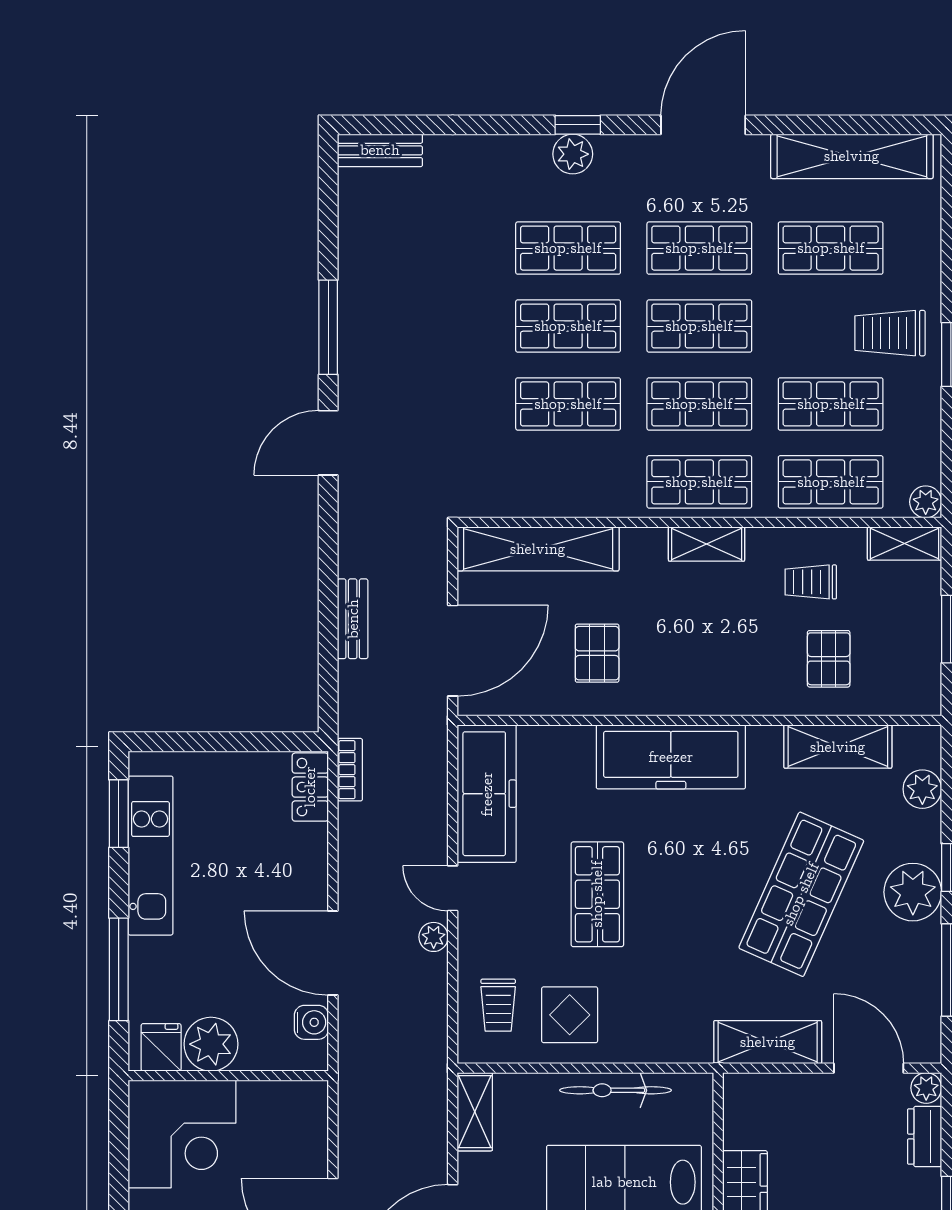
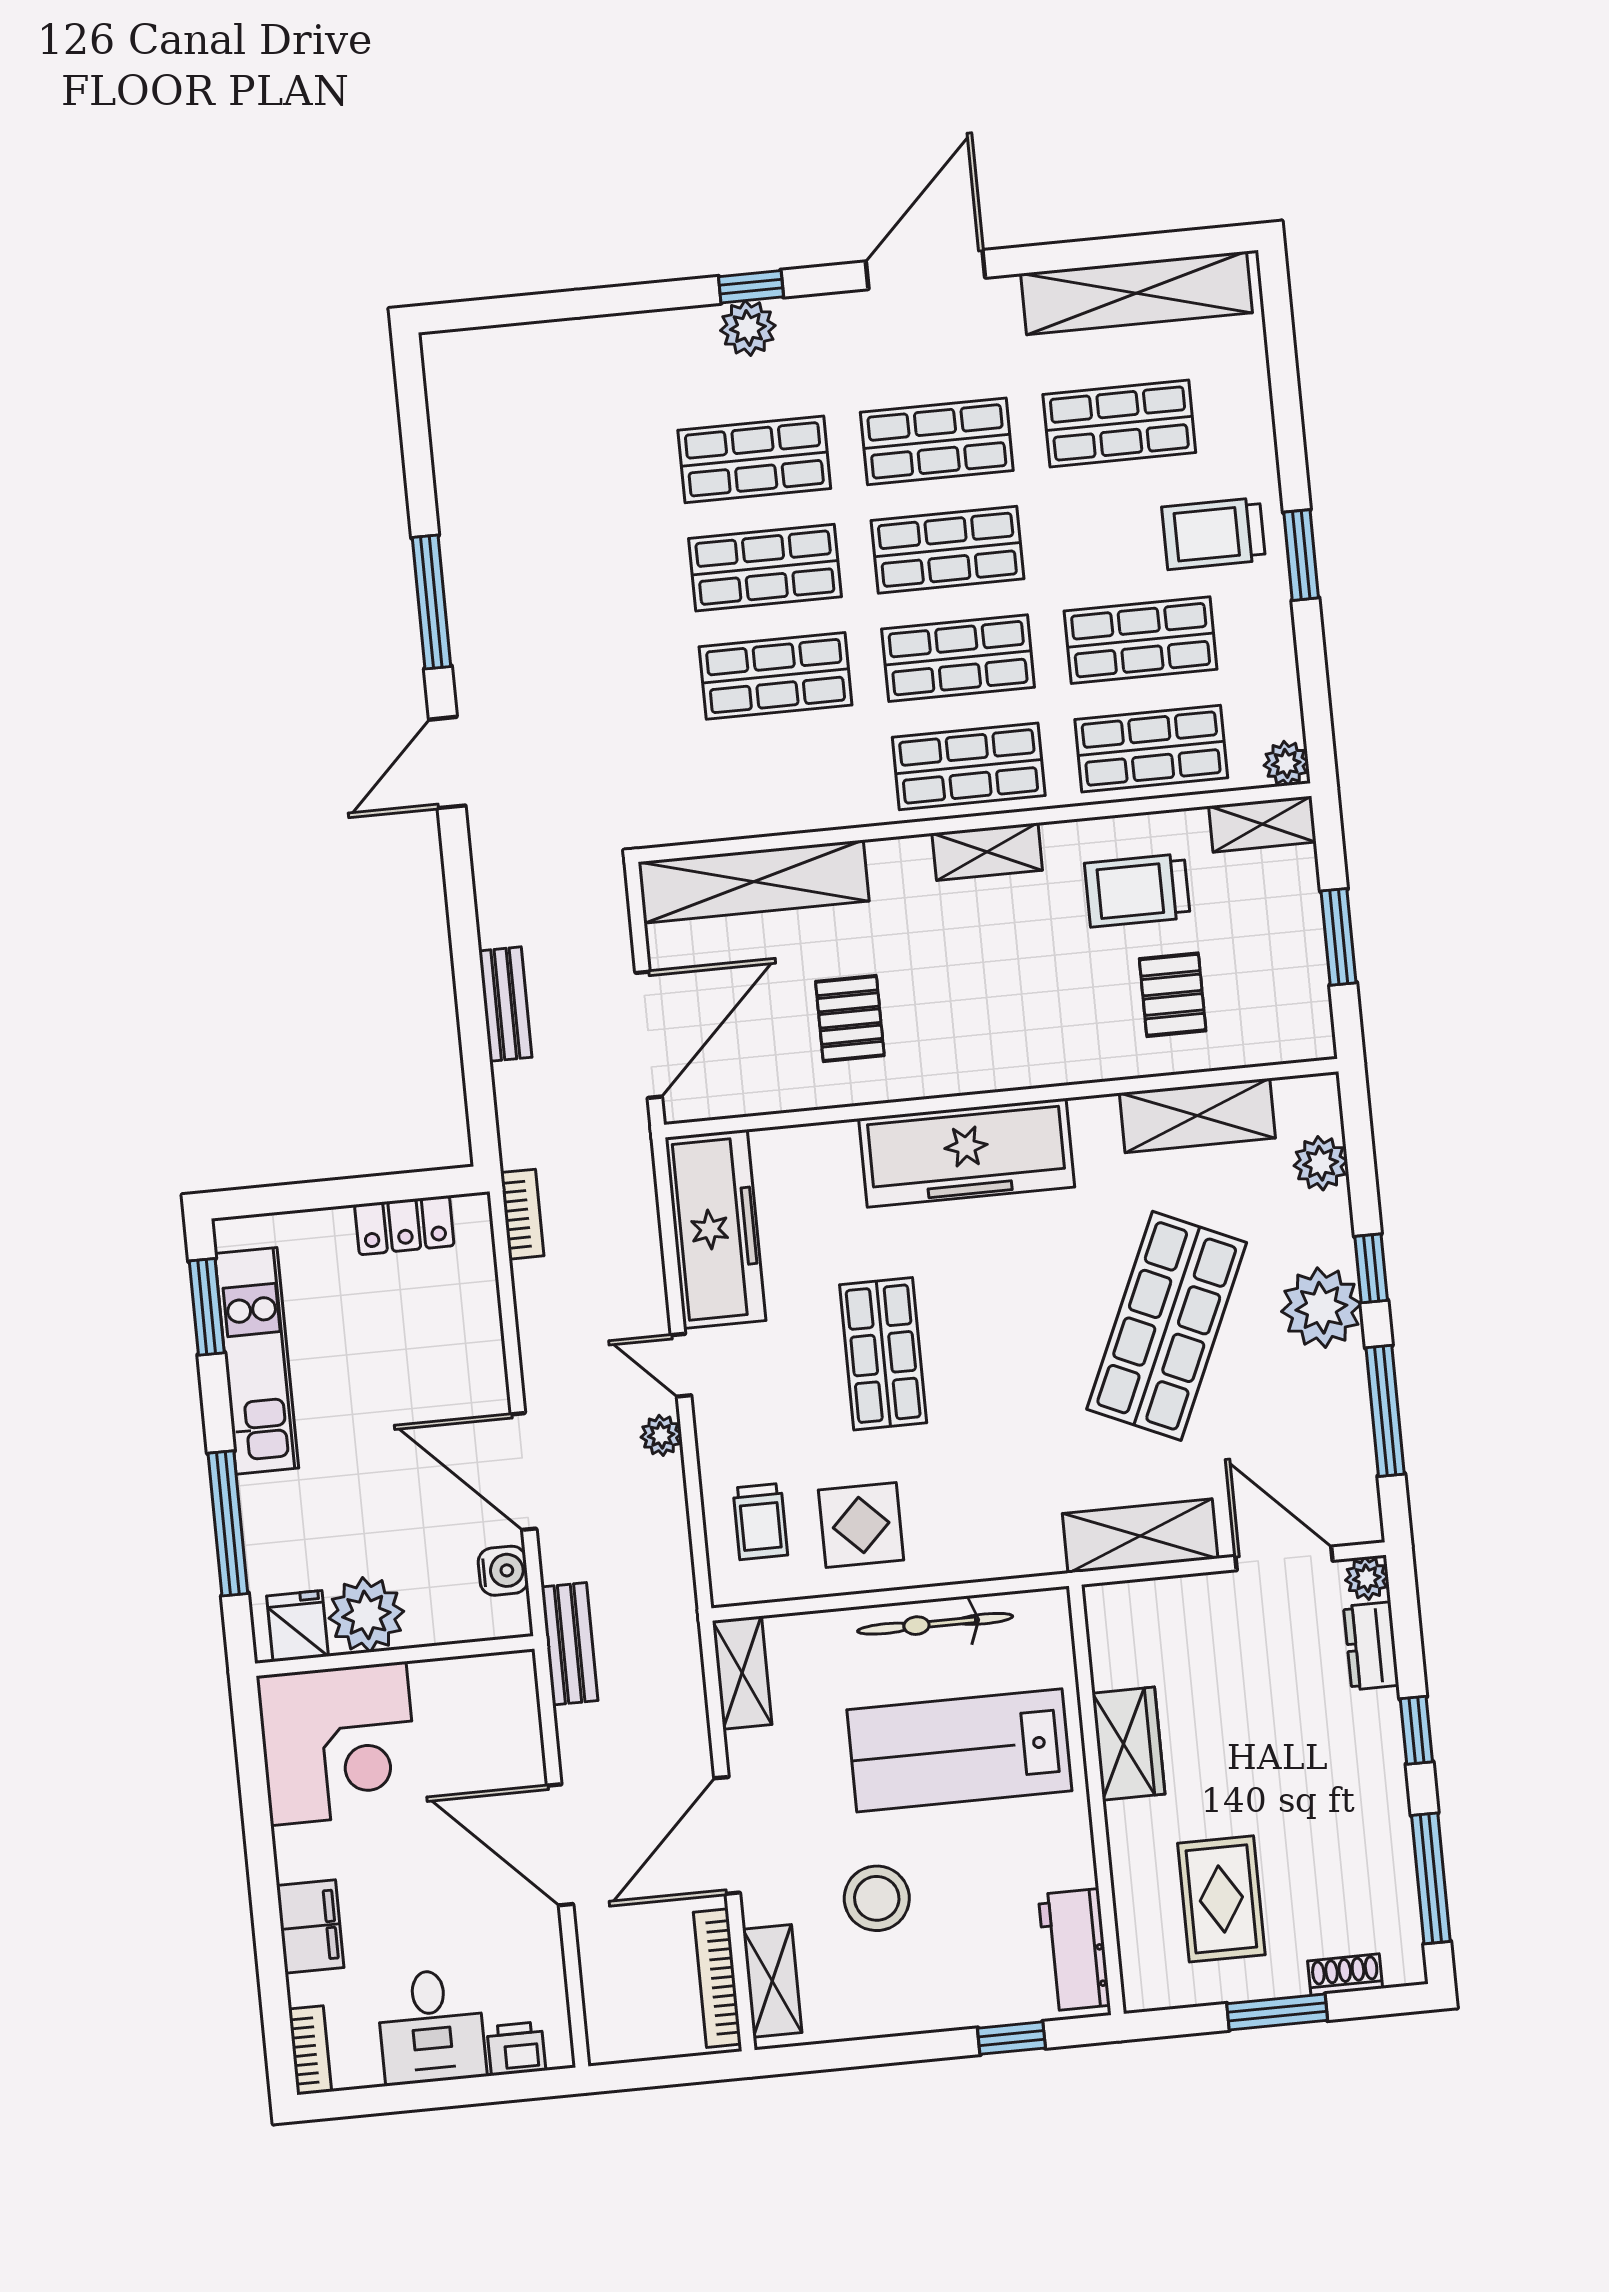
bench: (380, 150) -> (570, 1644), moved, turned 90
trolley: (811, 582) -> (1137, 890), width x1.36, depth x1.39
locker: (310, 787) -> (404, 1225), moved, turned -90

